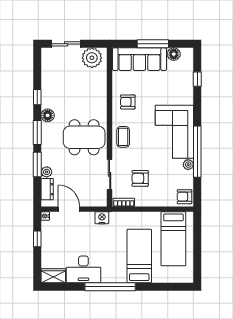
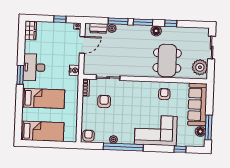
window: (153, 44) -> (209, 127), moved
corner sofa: (174, 132) -> (156, 130), moved
dining table: (84, 137) -> (167, 60), moved
coffee table: (123, 137) -> (137, 89), removed
bed: (173, 239) -> (42, 131), moved, turned 180
desk: (83, 269) -> (34, 67), moved
window: (110, 287) -> (20, 75), width x0.47

